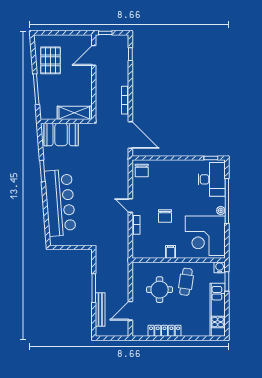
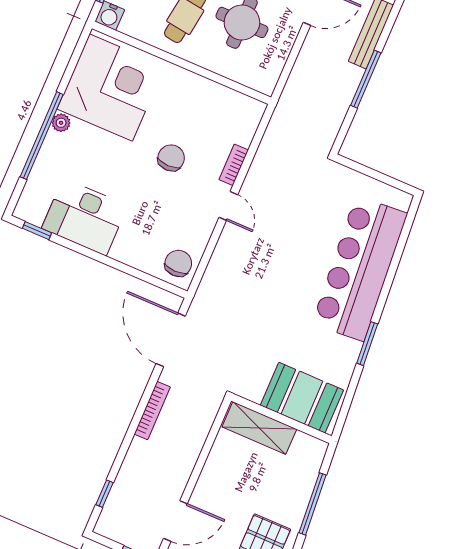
desk: (212, 179) -> (85, 217), moved, turned -90
filing cabinet: (170, 252) -> (190, 85), removed

